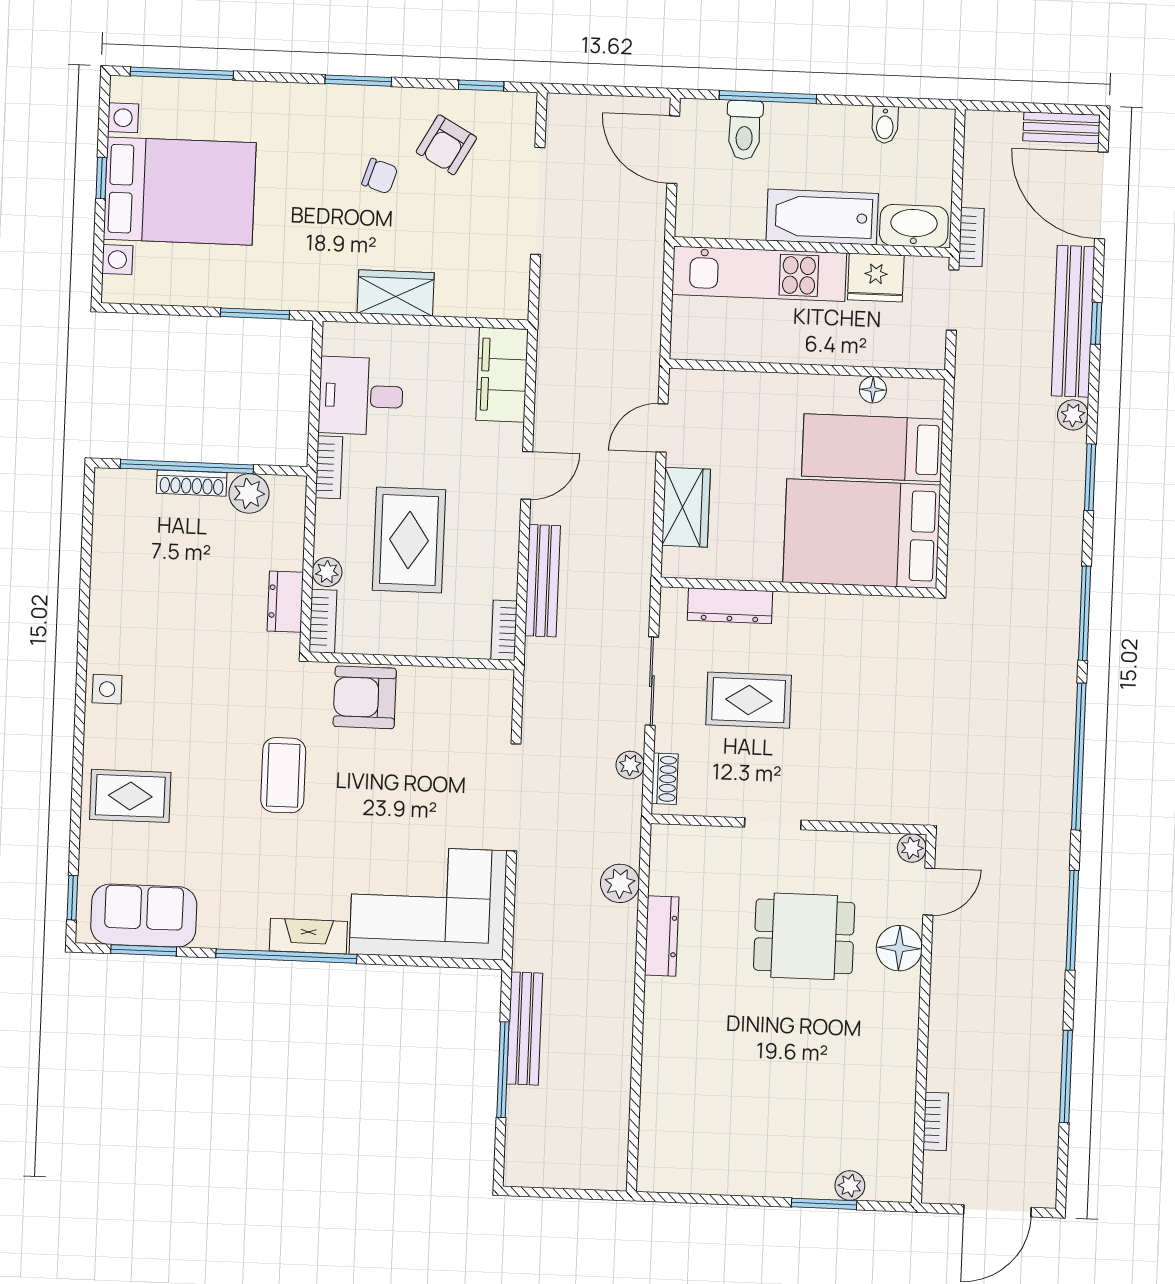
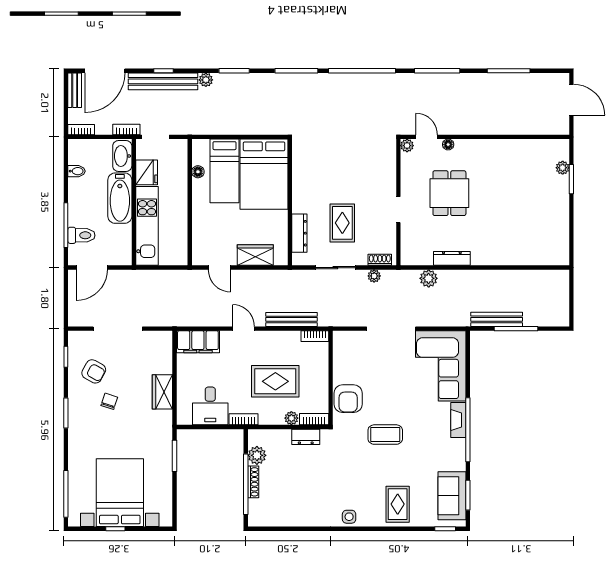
floor lamp: (899, 948) -> (448, 145), width x0.53, depth x0.53
bookcase: (936, 1121) -> (81, 130), moved

